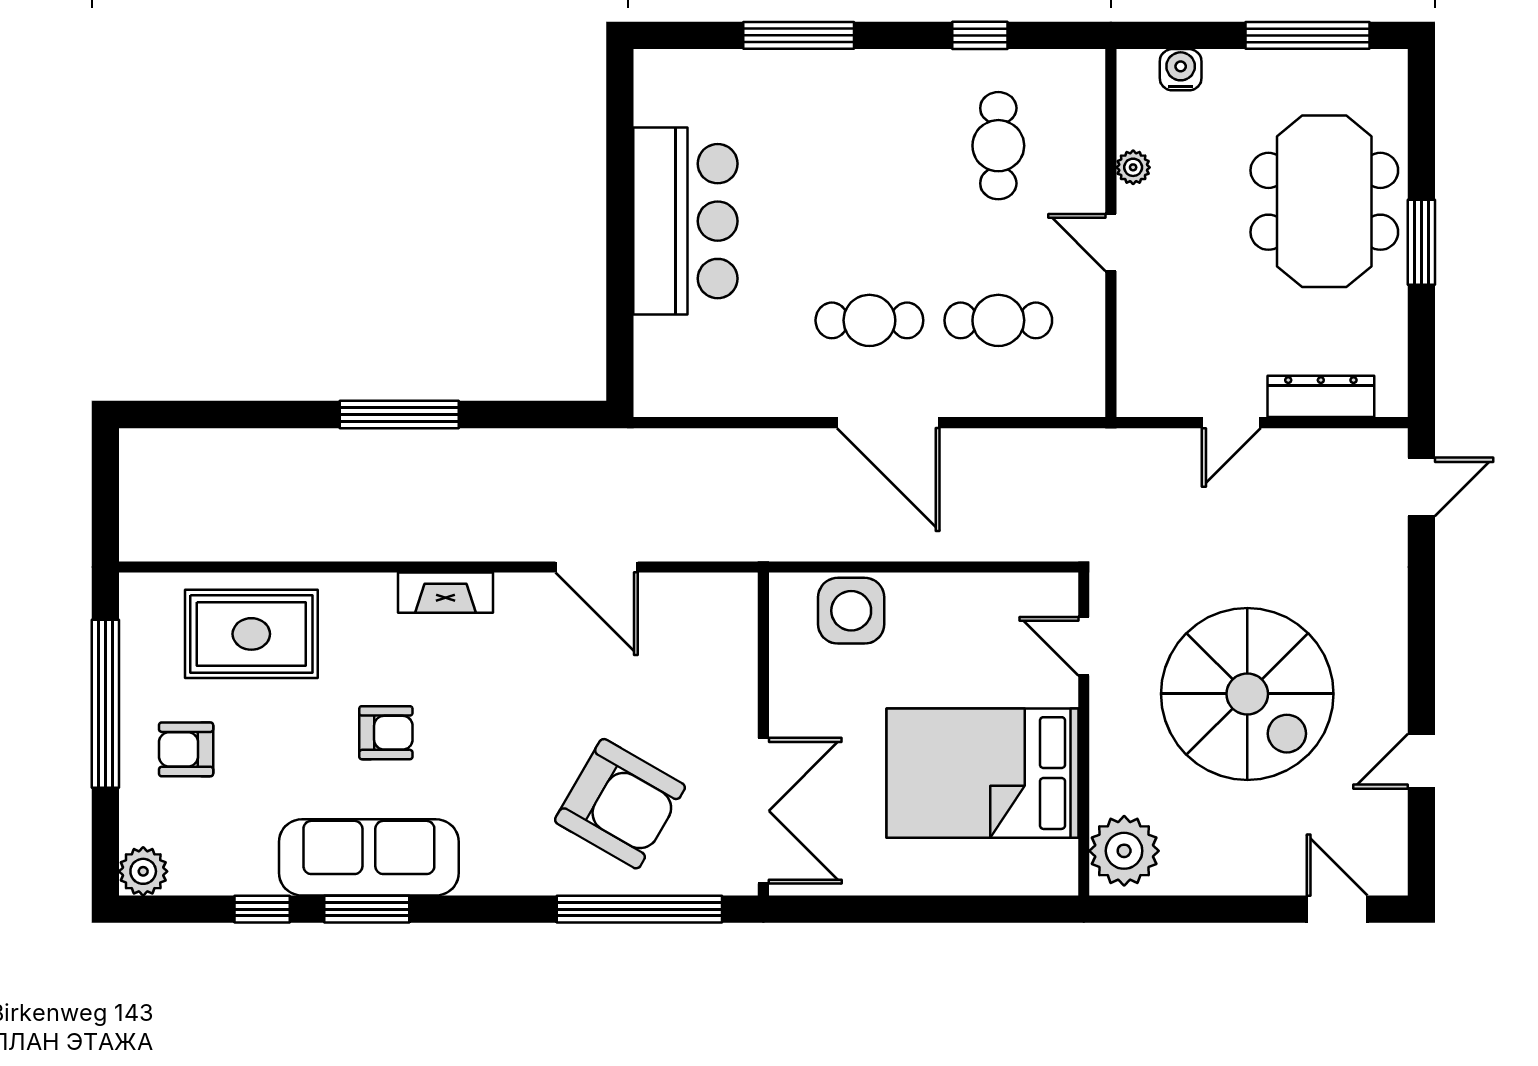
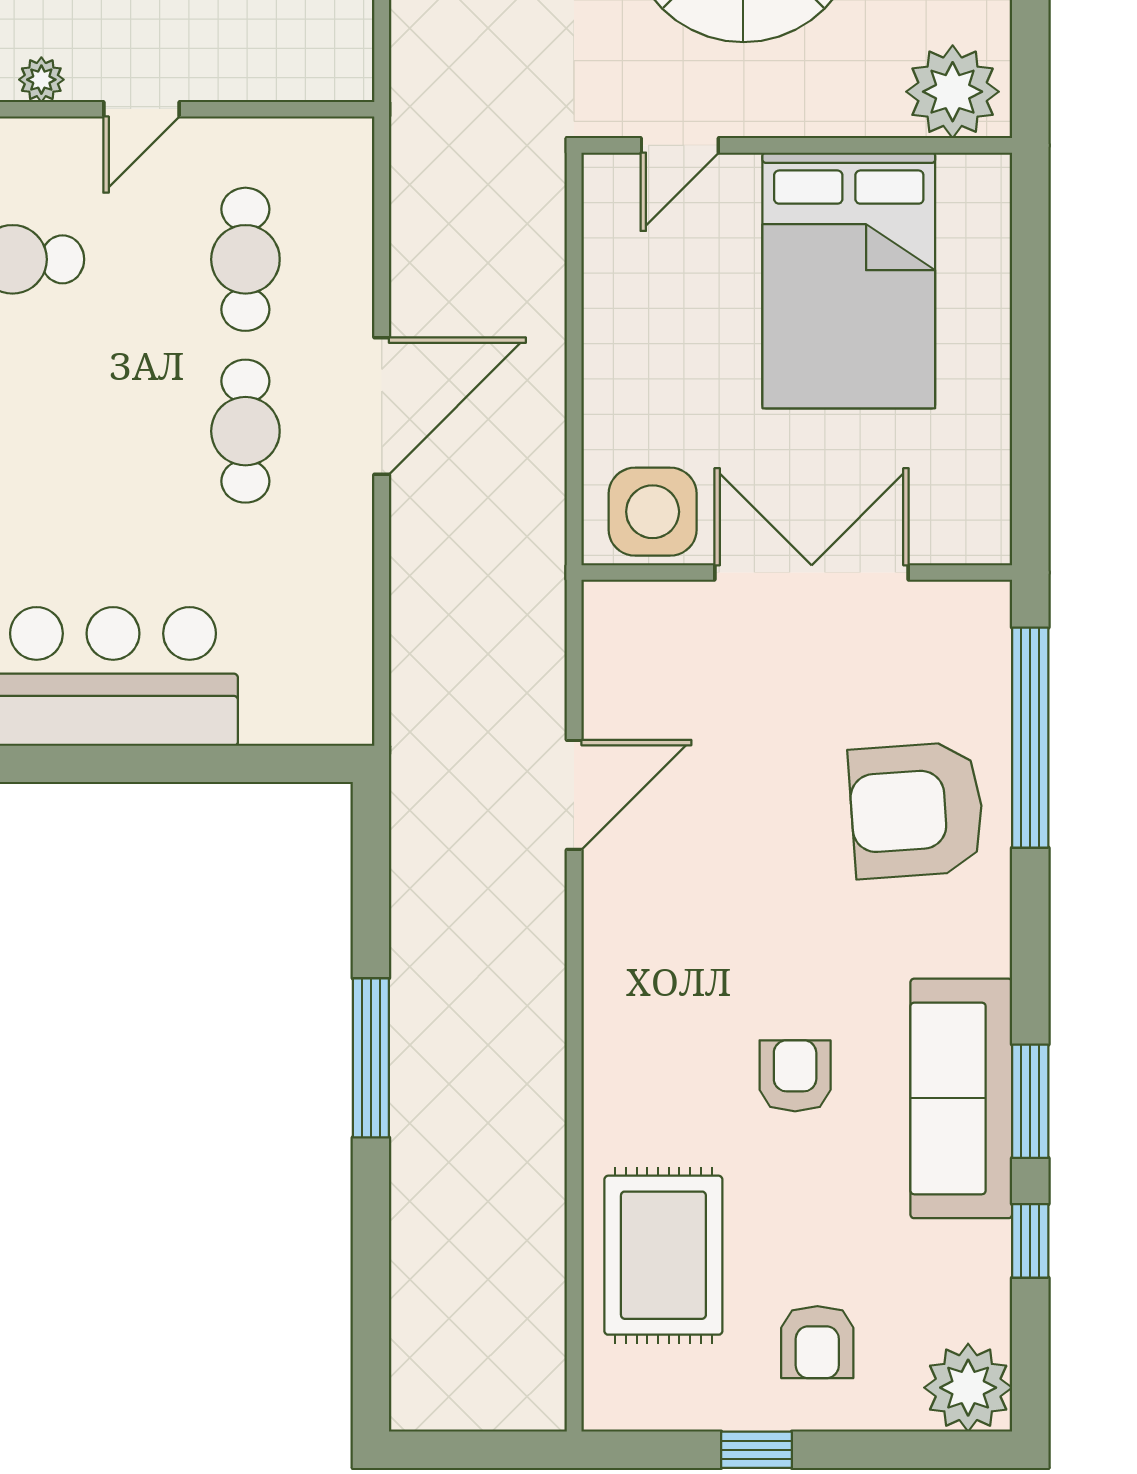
fireplace: (446, 593) -> (608, 996), removed
side table: (851, 611) -> (653, 512), moved
window: (105, 704) -> (756, 1450), width x0.32
armchair: (620, 804) -> (917, 810), moved, turned -124
double door: (763, 811) -> (812, 573), moved
plant: (143, 871) -> (968, 1388), width x1.36, depth x1.36

